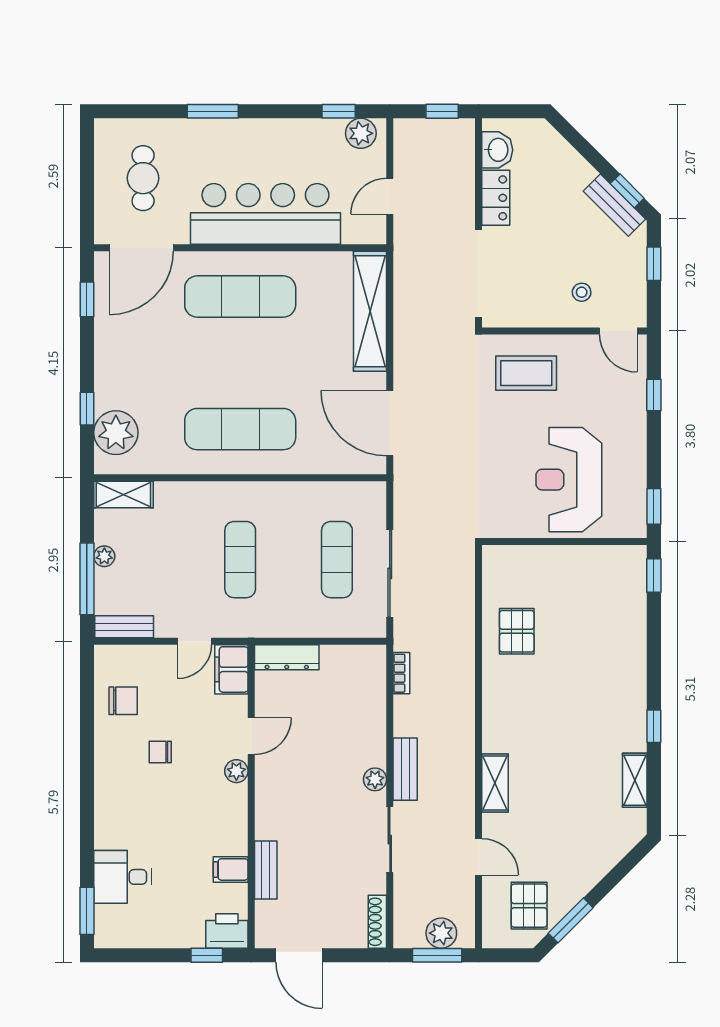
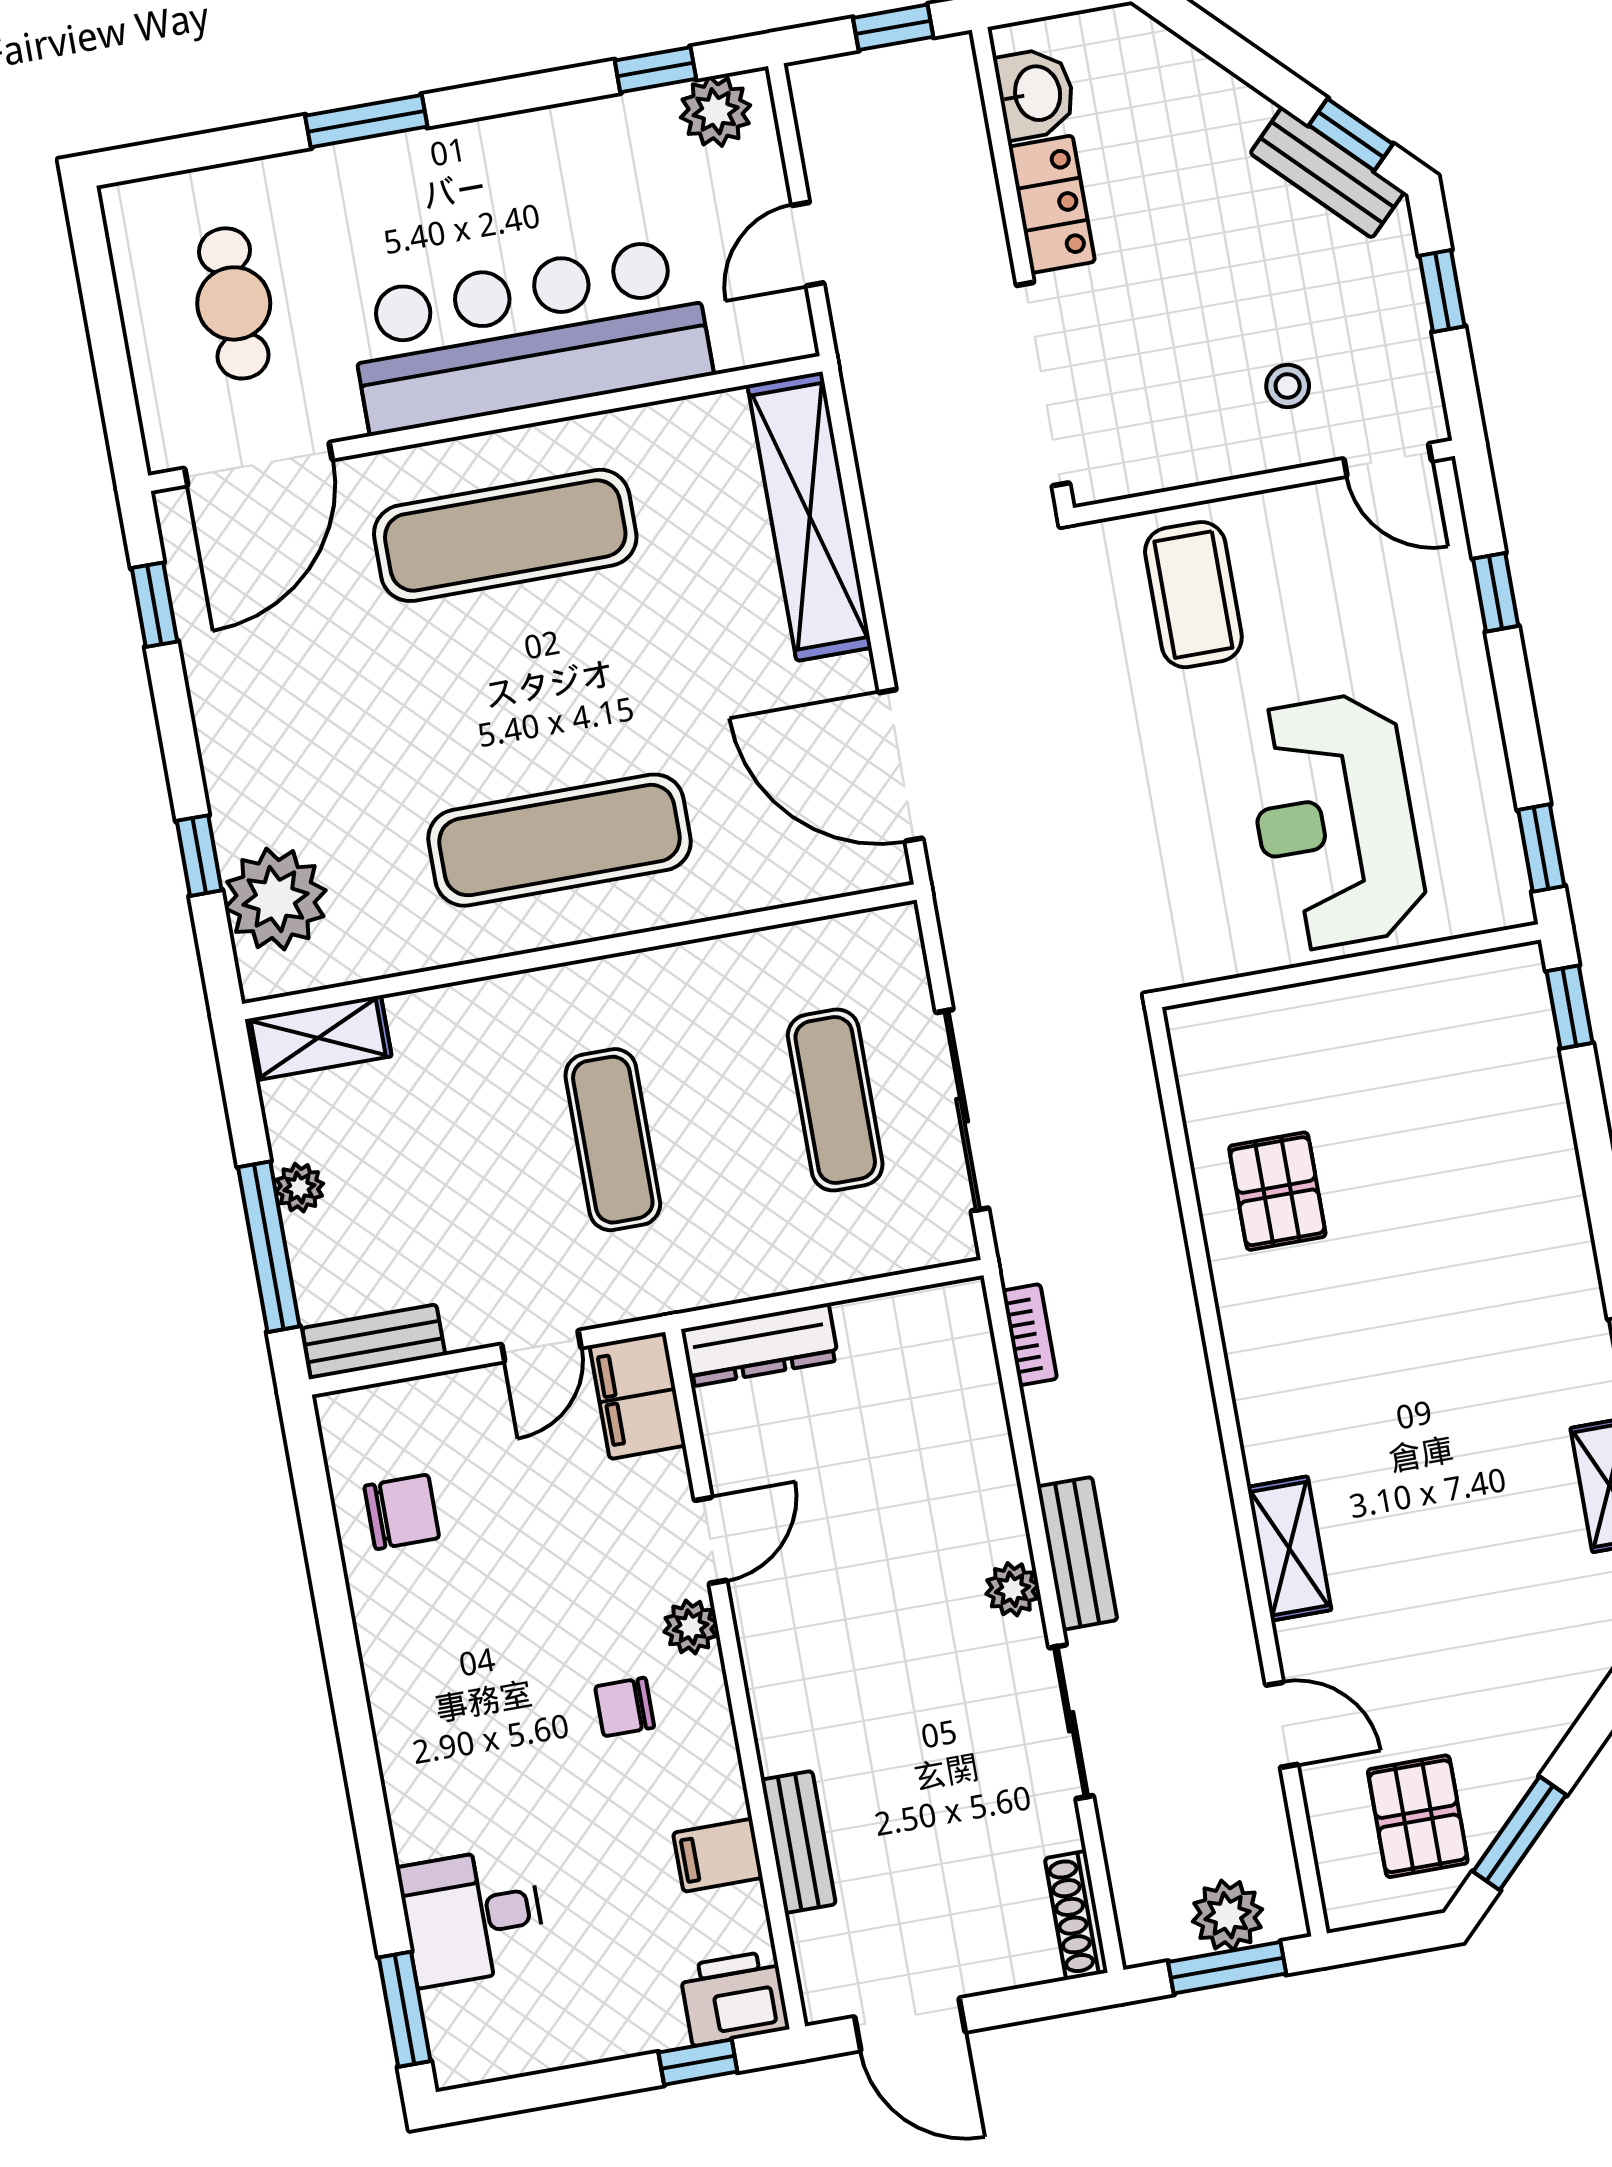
coffee table: (526, 373) -> (1193, 595), turned 90
chair: (160, 752) -> (625, 1707), moved

